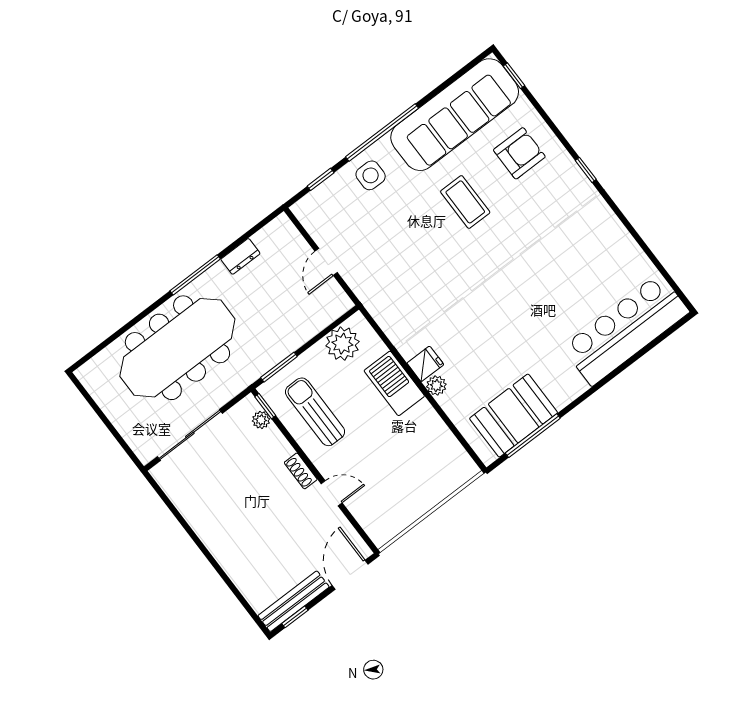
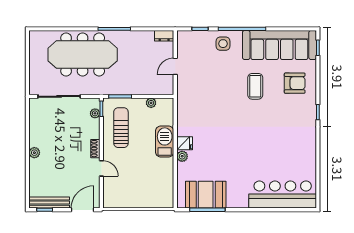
dresser: (240, 256) -> (164, 36), moved
plant: (342, 344) -> (151, 103), width x0.53, depth x0.53
plant: (216, 545) -> (34, 153), added

